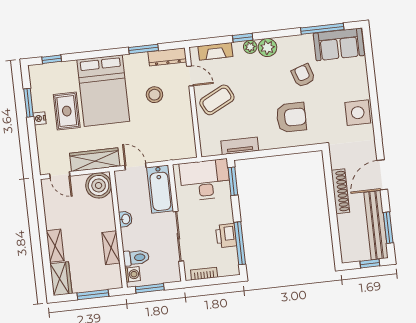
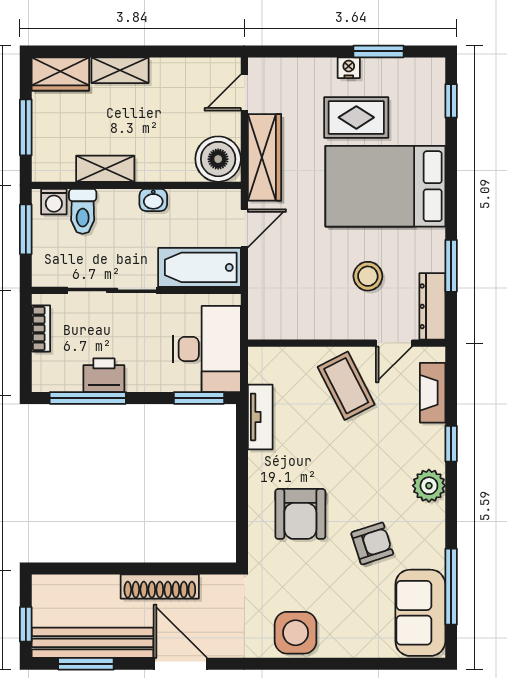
plant: (250, 47) -> (433, 455), removed

